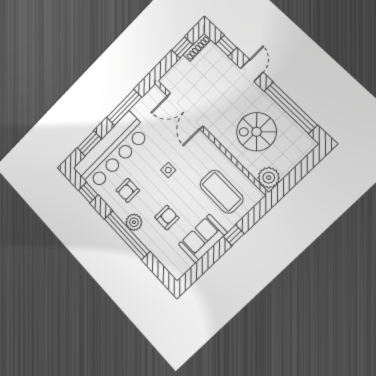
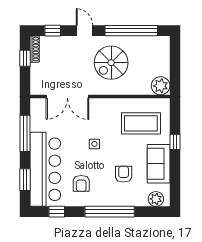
spiral stairs: (256, 132) -> (111, 63), moved
plant: (134, 222) -> (156, 199), moved

